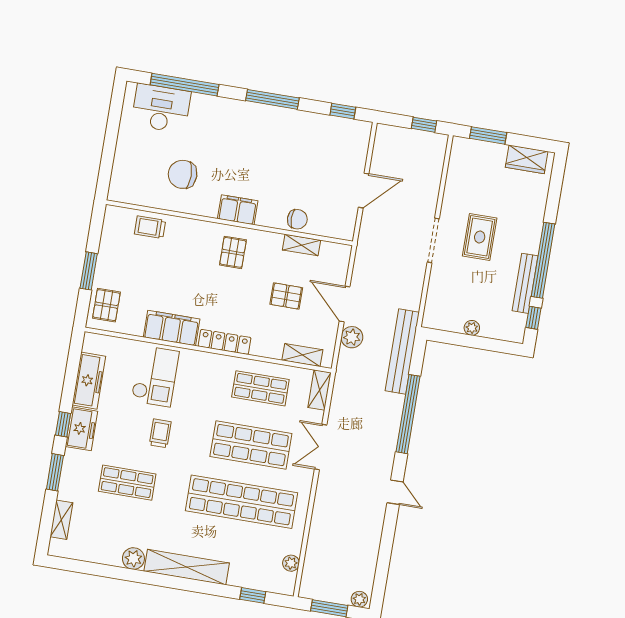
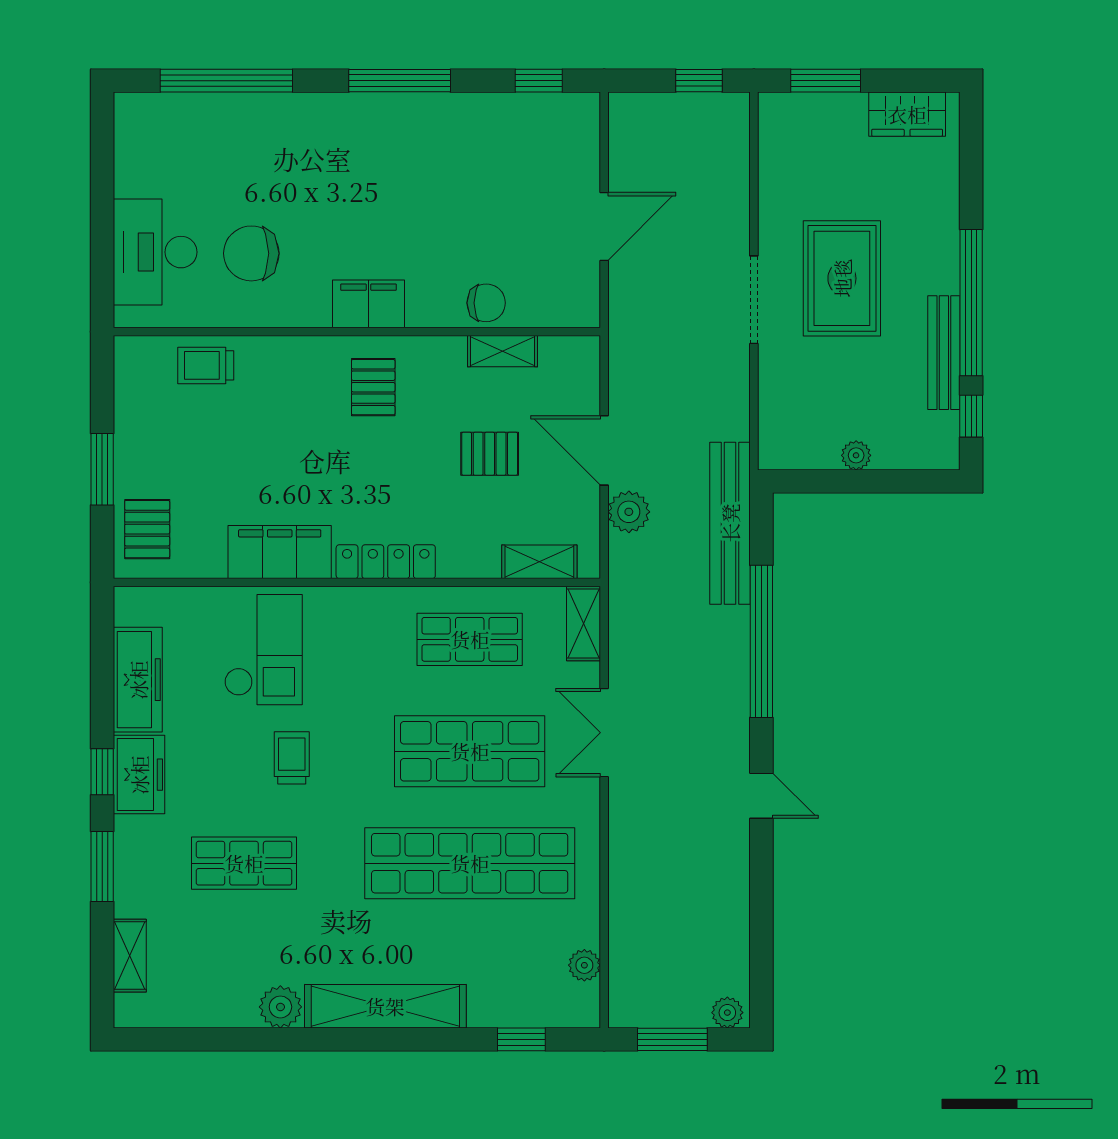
desk: (161, 108) -> (155, 252), moved, turned -90
rug: (480, 237) -> (842, 278), width x1.36, depth x1.43

